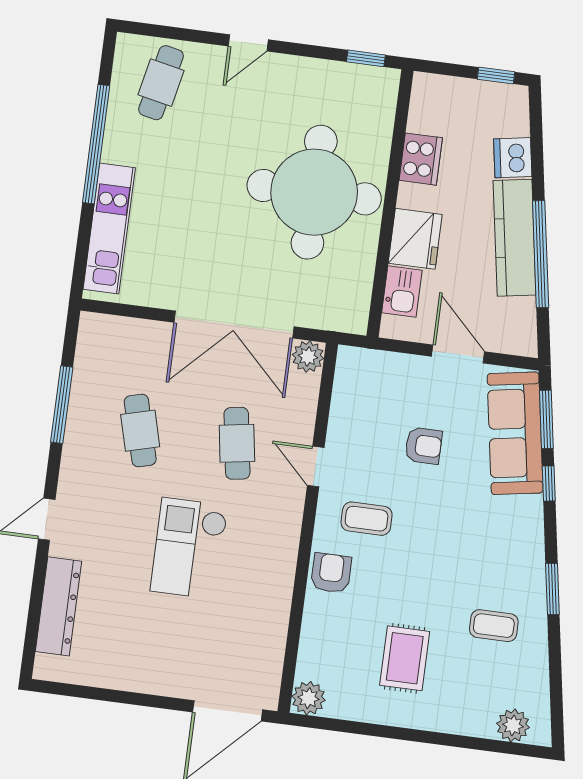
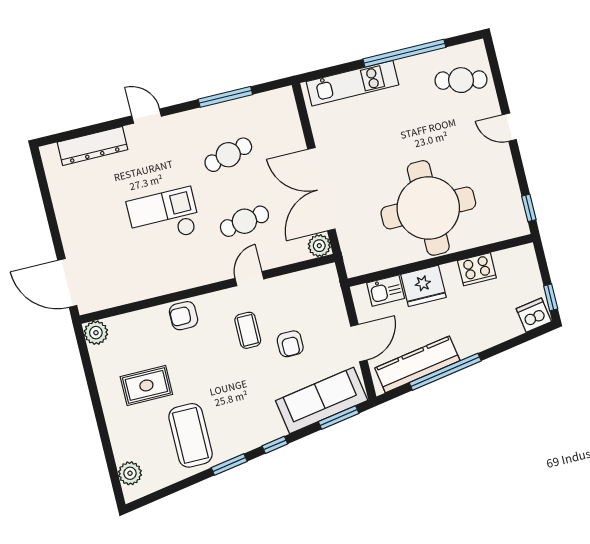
dishwasher: (513, 158) -> (534, 315), moved
kitchen counter: (515, 238) -> (417, 364), moved
window: (549, 483) -> (275, 445), moved
coffee table: (367, 519) -> (248, 330), moved
armchair: (331, 573) -> (184, 316), turned 180
coffee table: (494, 626) -> (190, 435), width x1.86, depth x1.72

